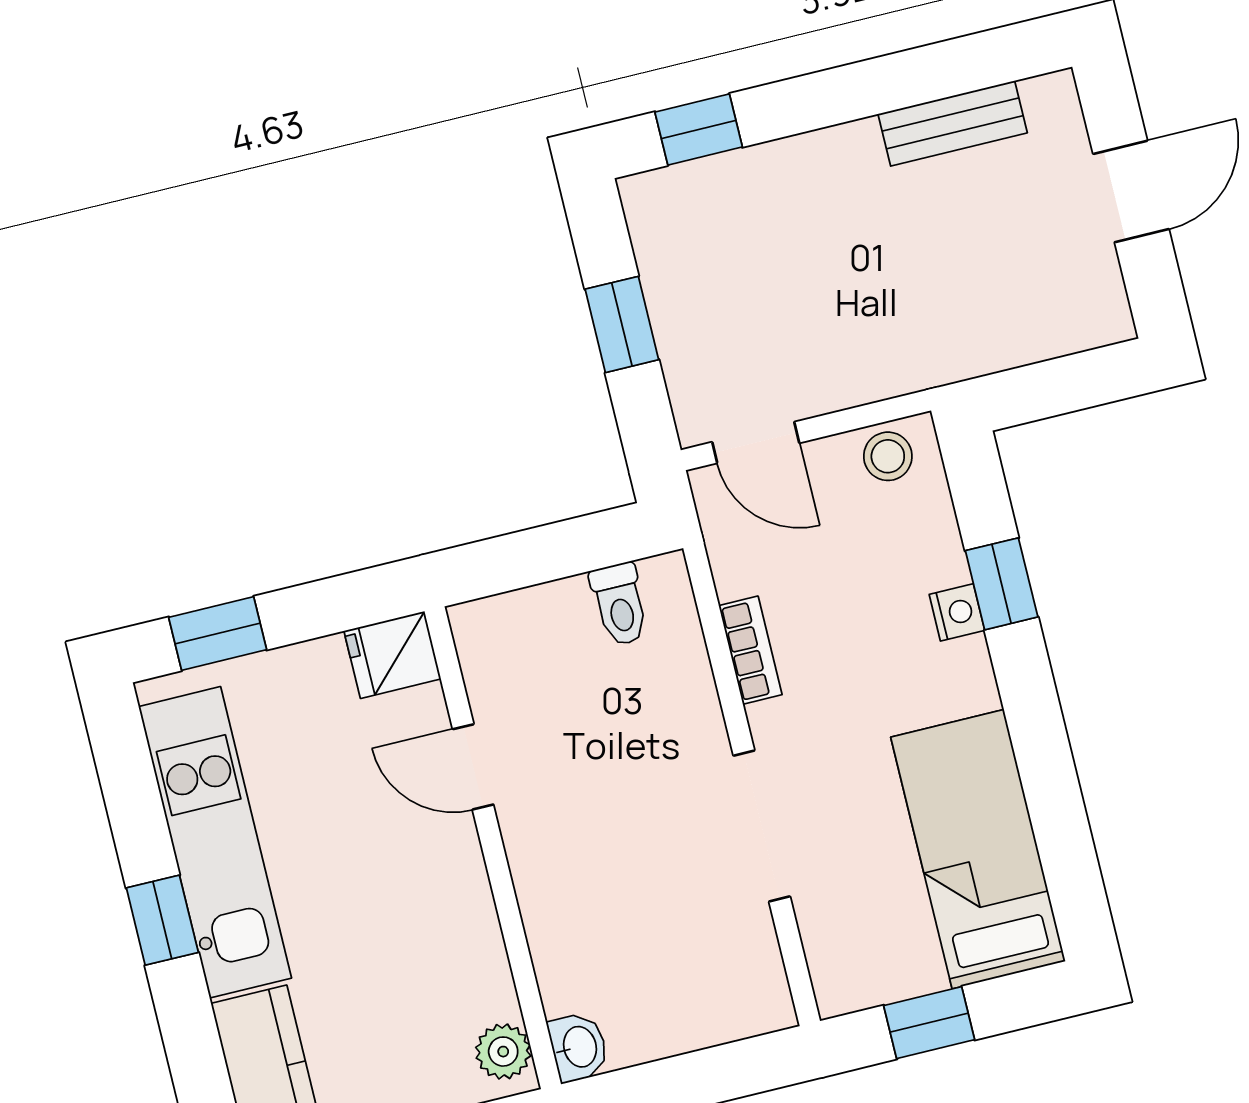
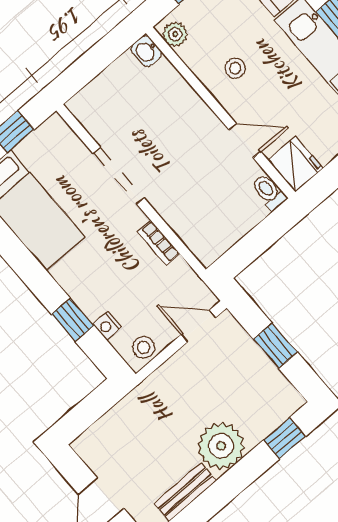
plant: (833, 179) -> (221, 446), added
toilet: (620, 604) -> (269, 192), moved
nightstand: (957, 612) -> (107, 326), moved
fridge: (392, 655) -> (295, 164), width x1.38
stool: (418, 921) -> (235, 68), added

